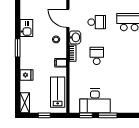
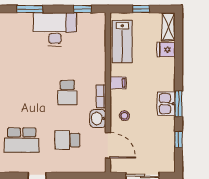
window: (18, 23) -> (178, 139), added
kitchen sink: (26, 28) -> (166, 104), moved
fridge: (26, 75) -> (166, 49), moved
desk: (95, 101) -> (55, 29), moved
window: (108, 115) -> (30, 9), moved

